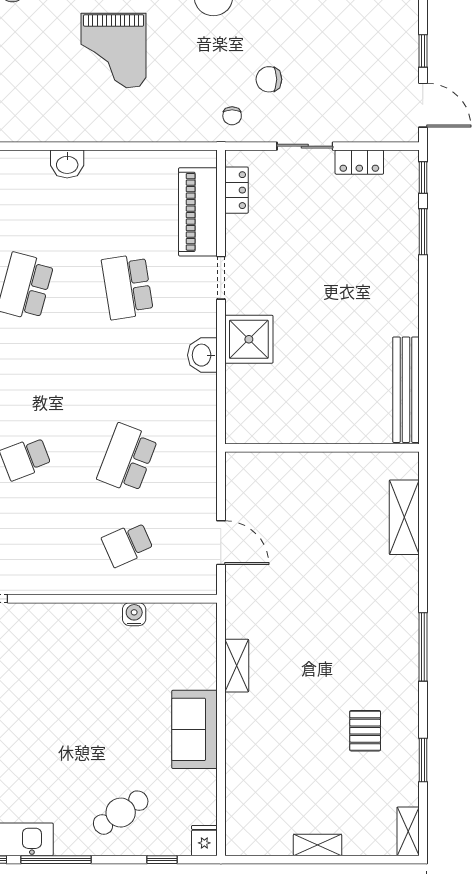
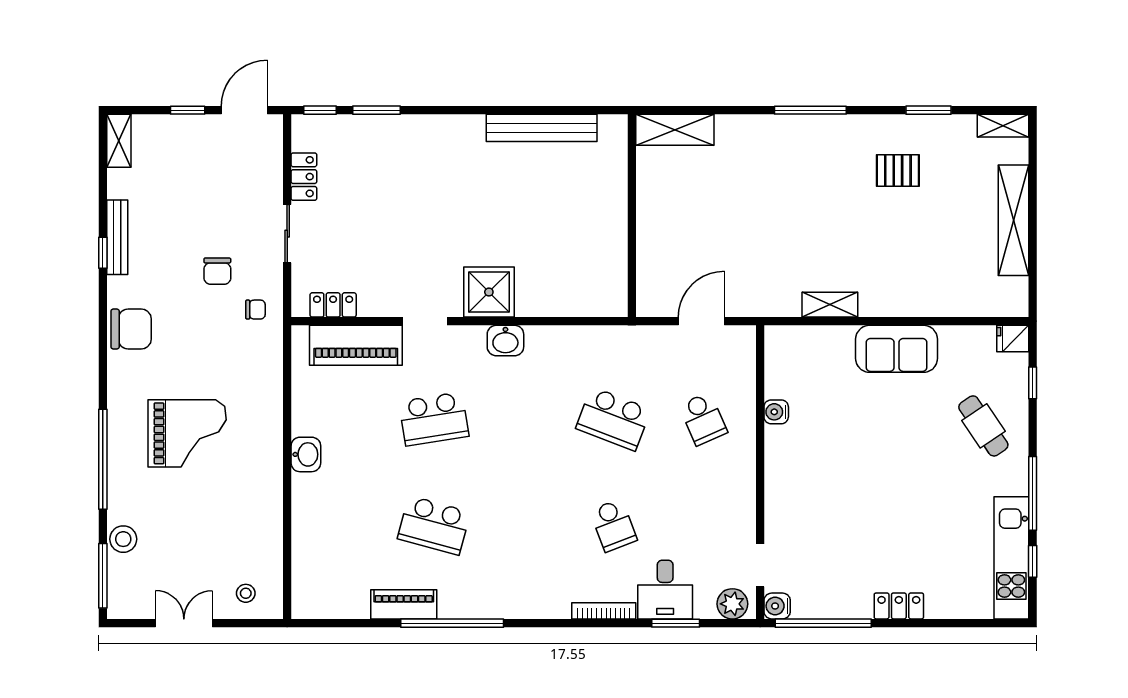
washbasin: (67, 164) -> (306, 454), moved
wall: (322, 448) -> (632, 216), moved
shelving: (318, 845) -> (1014, 220), width x2.20, depth x1.33

